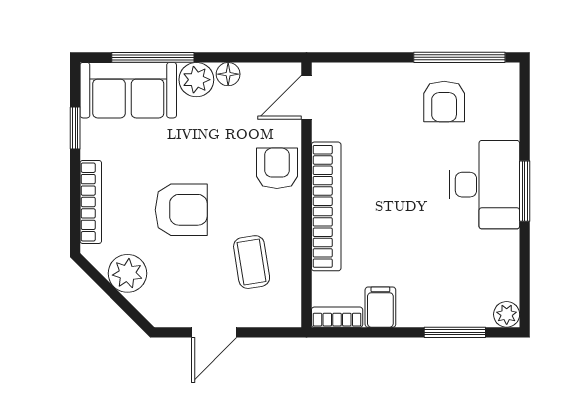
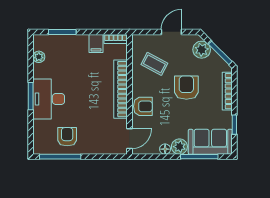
armchair: (277, 168) -> (143, 106), turned -90
armchair: (181, 210) -> (186, 88), turned 90
coffee table: (252, 262) -> (154, 64), turned -53
plant: (127, 273) -> (202, 50), moved
window: (106, 286) -> (220, 53), added
plant: (507, 314) -> (39, 57), moved

